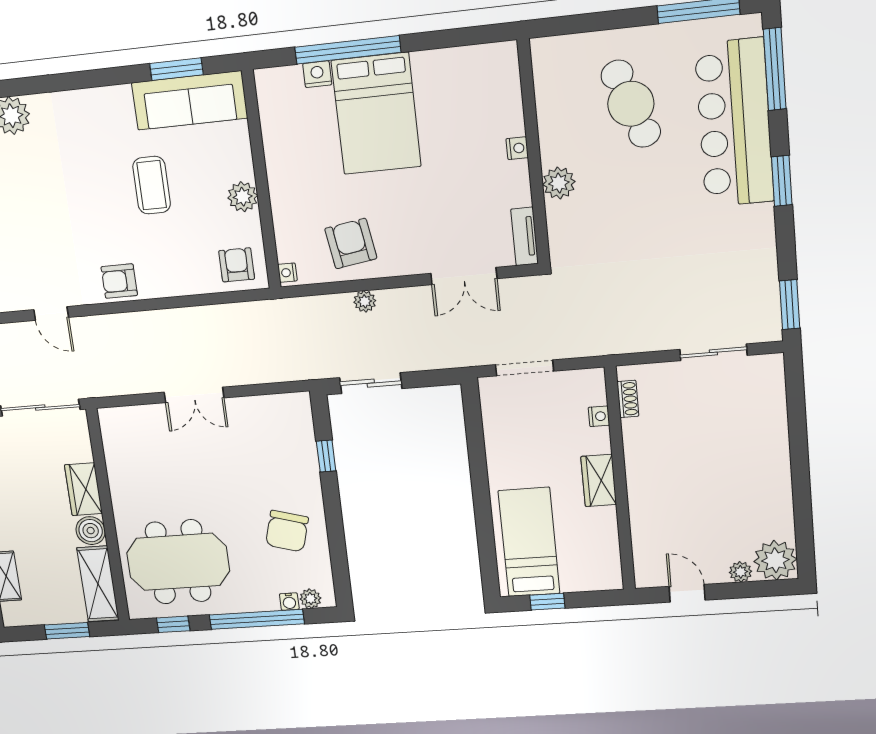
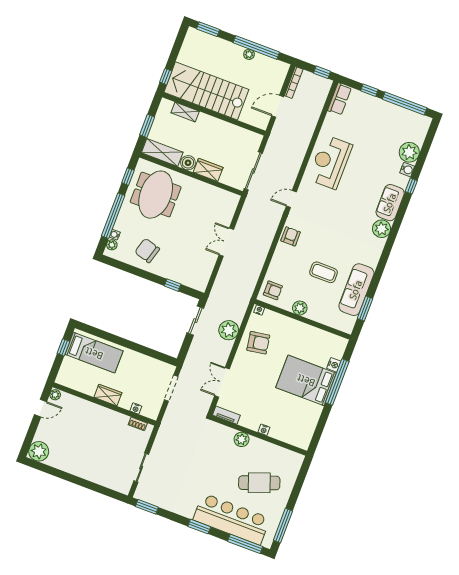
sofa: (190, 100) -> (356, 290), moved
plant: (365, 301) -> (229, 330), width x1.88, depth x1.88
plant: (740, 572) -> (55, 395), moved

